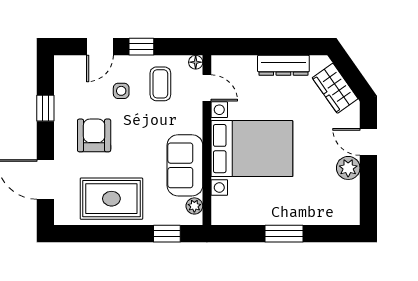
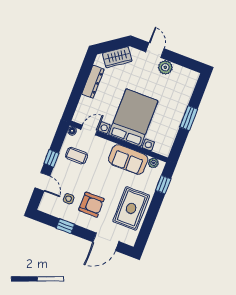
side table: (121, 91) -> (69, 199), moved
armchair: (94, 135) -> (91, 205), turned 180
door: (368, 142) -> (155, 50), swing flipped

